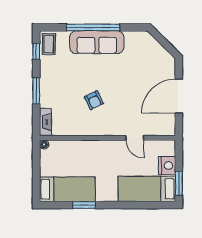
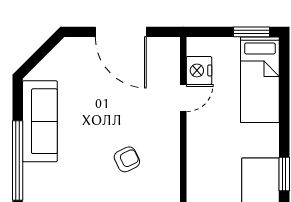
sofa: (97, 42) -> (40, 121), moved
nightstand: (167, 166) -> (199, 70), moved, turned -90

